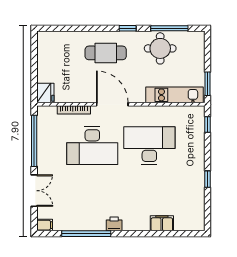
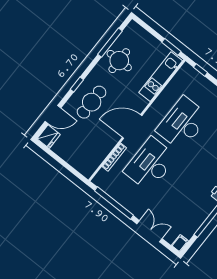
door: (69, 28) -> (53, 115), added
window: (128, 28) -> (77, 85), moved
fridge: (45, 93) -> (49, 137), moved, turned 90
desk: (92, 146) -> (150, 164), turned 180

